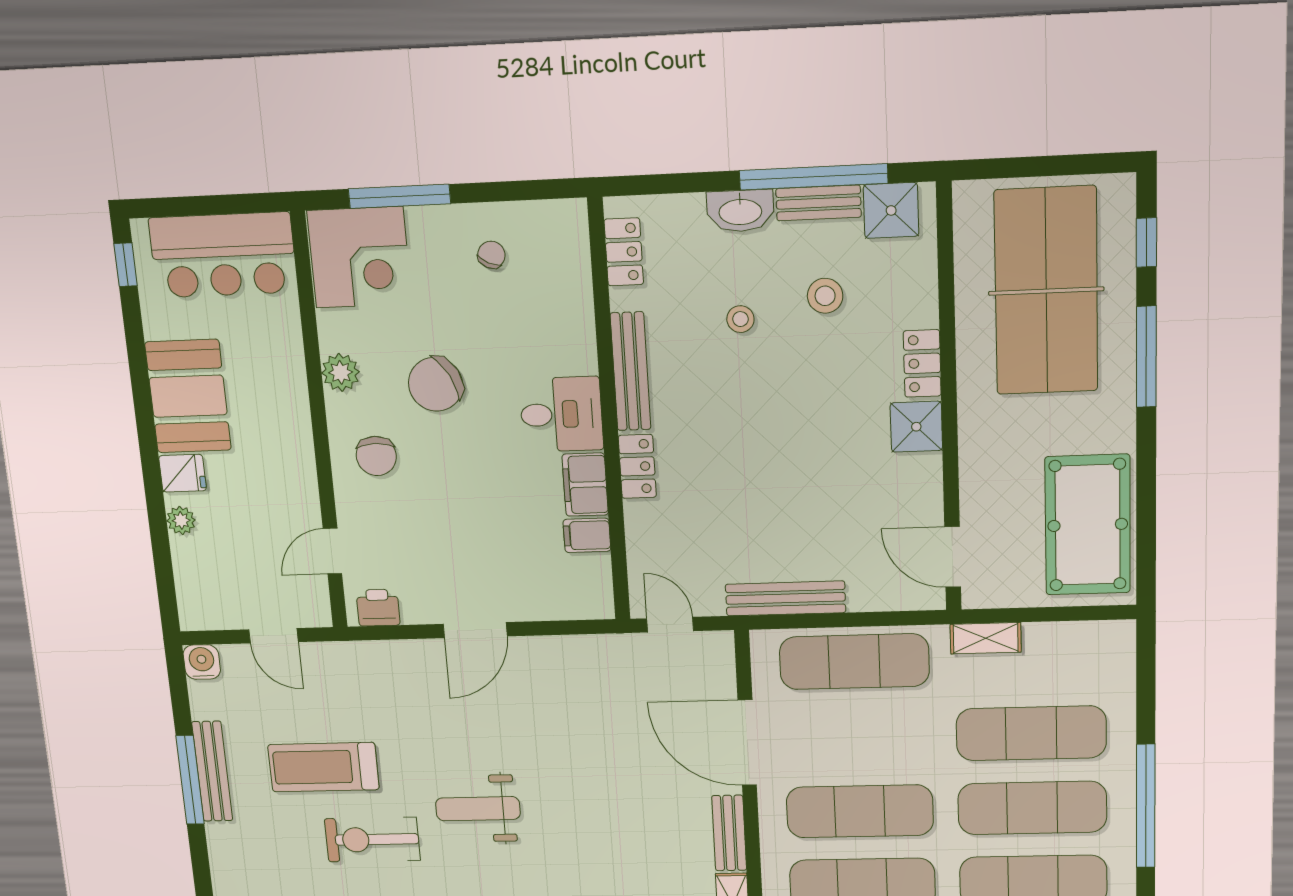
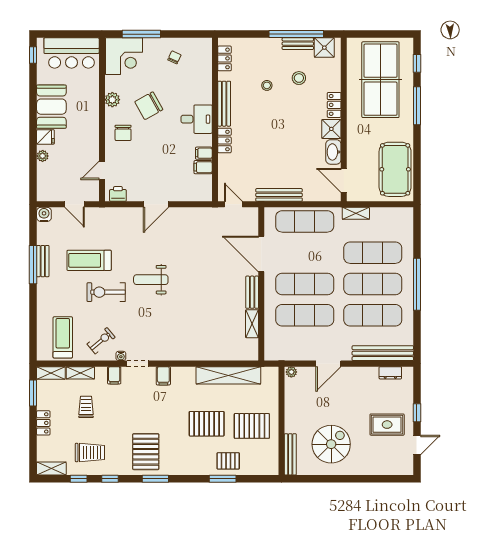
washbasin: (740, 211) -> (333, 152), moved, turned 90
filing cabinet: (585, 485) -> (204, 153), width x0.50
bench: (212, 771) -> (43, 261), width x0.73

